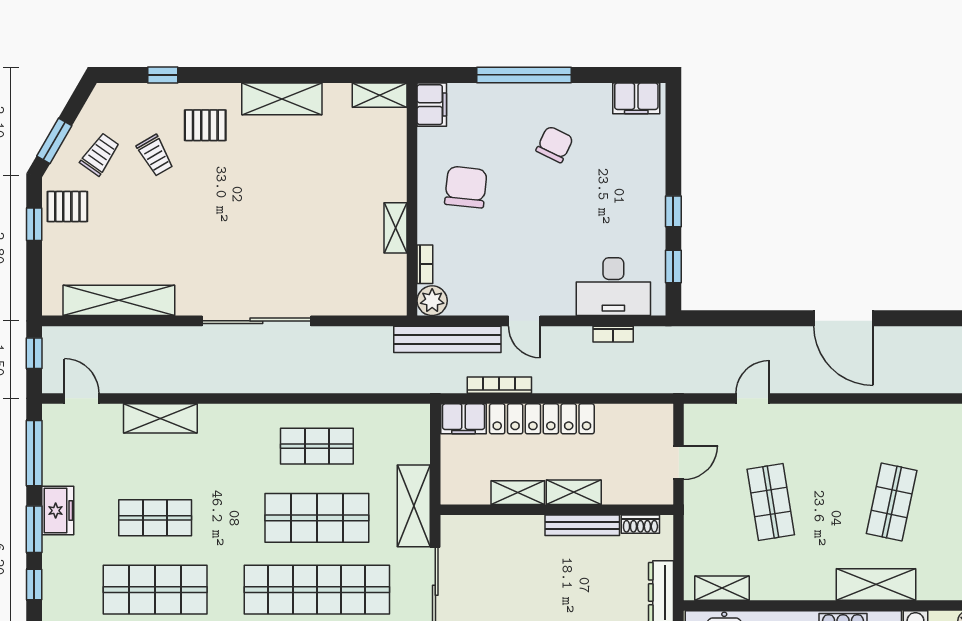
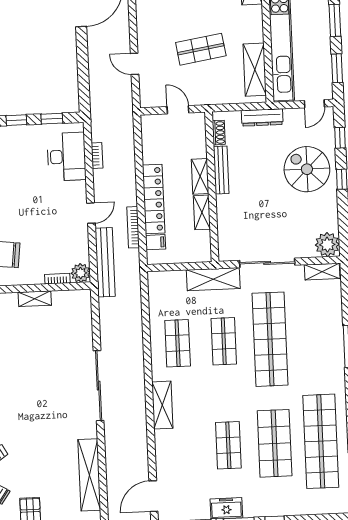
door: (82, 398) -> (153, 496), width x1.38
shelving: (160, 418) -> (162, 405), moved
filing cabinet: (464, 419) -> (156, 242), width x0.50
shop shelf: (317, 518) -> (224, 341), width x0.70, depth x0.74
shelving: (722, 588) -> (255, 70), width x1.50, depth x1.33

